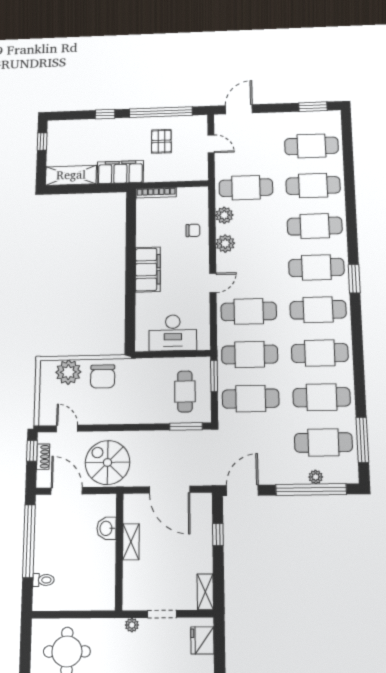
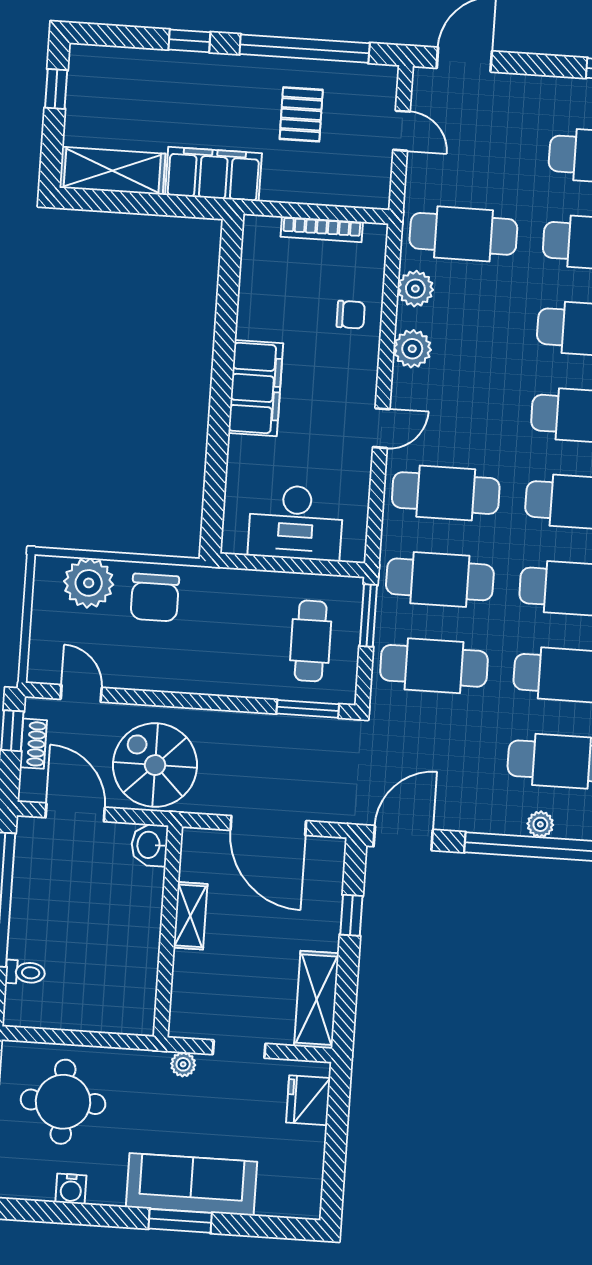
bookcase: (156, 193) -> (322, 229), moved
washbasin: (107, 528) -> (149, 845), moved
shelving: (205, 592) -> (316, 1000), width x1.50, depth x1.33

